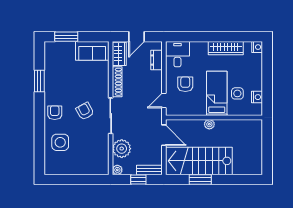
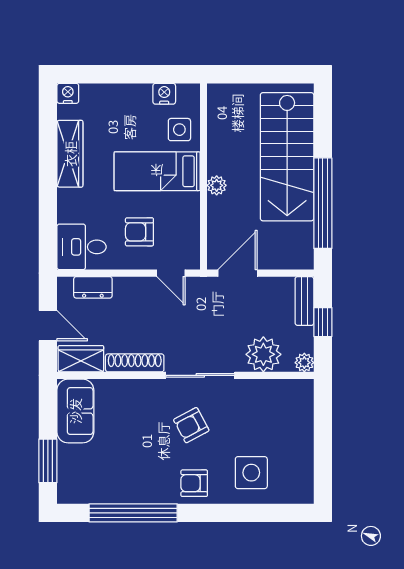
window: (39, 81) -> (133, 513), width x2.11
side table: (237, 93) -> (179, 130), moved
stairs: (199, 161) -> (287, 157), moved
window: (200, 179) -> (323, 203), width x2.11

